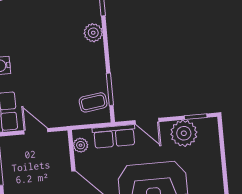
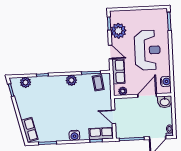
plant: (93, 33) -> (71, 80), moved
door: (147, 121) -> (110, 52), hinge flipped
door: (36, 131) -> (113, 117), hinge flipped

